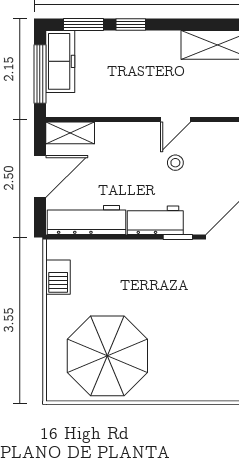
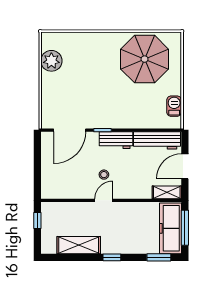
window: (131, 24) -> (112, 257), moved
freezer: (60, 61) -> (170, 228), width x1.36, depth x1.26

